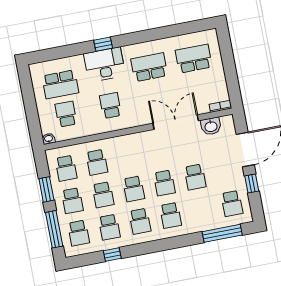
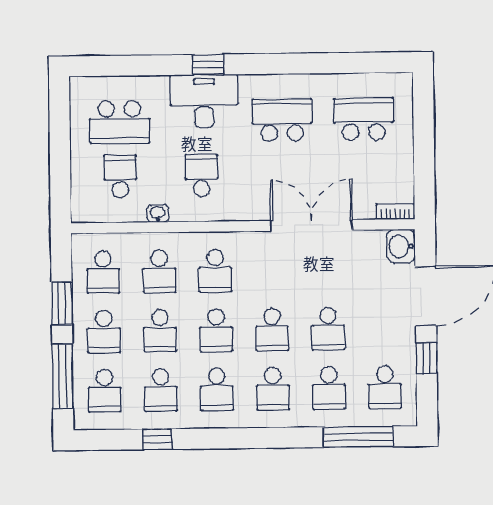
washbasin: (211, 126) -> (401, 246), moved, turned 90
washbasin: (49, 139) -> (158, 213), moved
school desk: (127, 156) -> (215, 271), added
school desk: (201, 209) -> (329, 388), added

